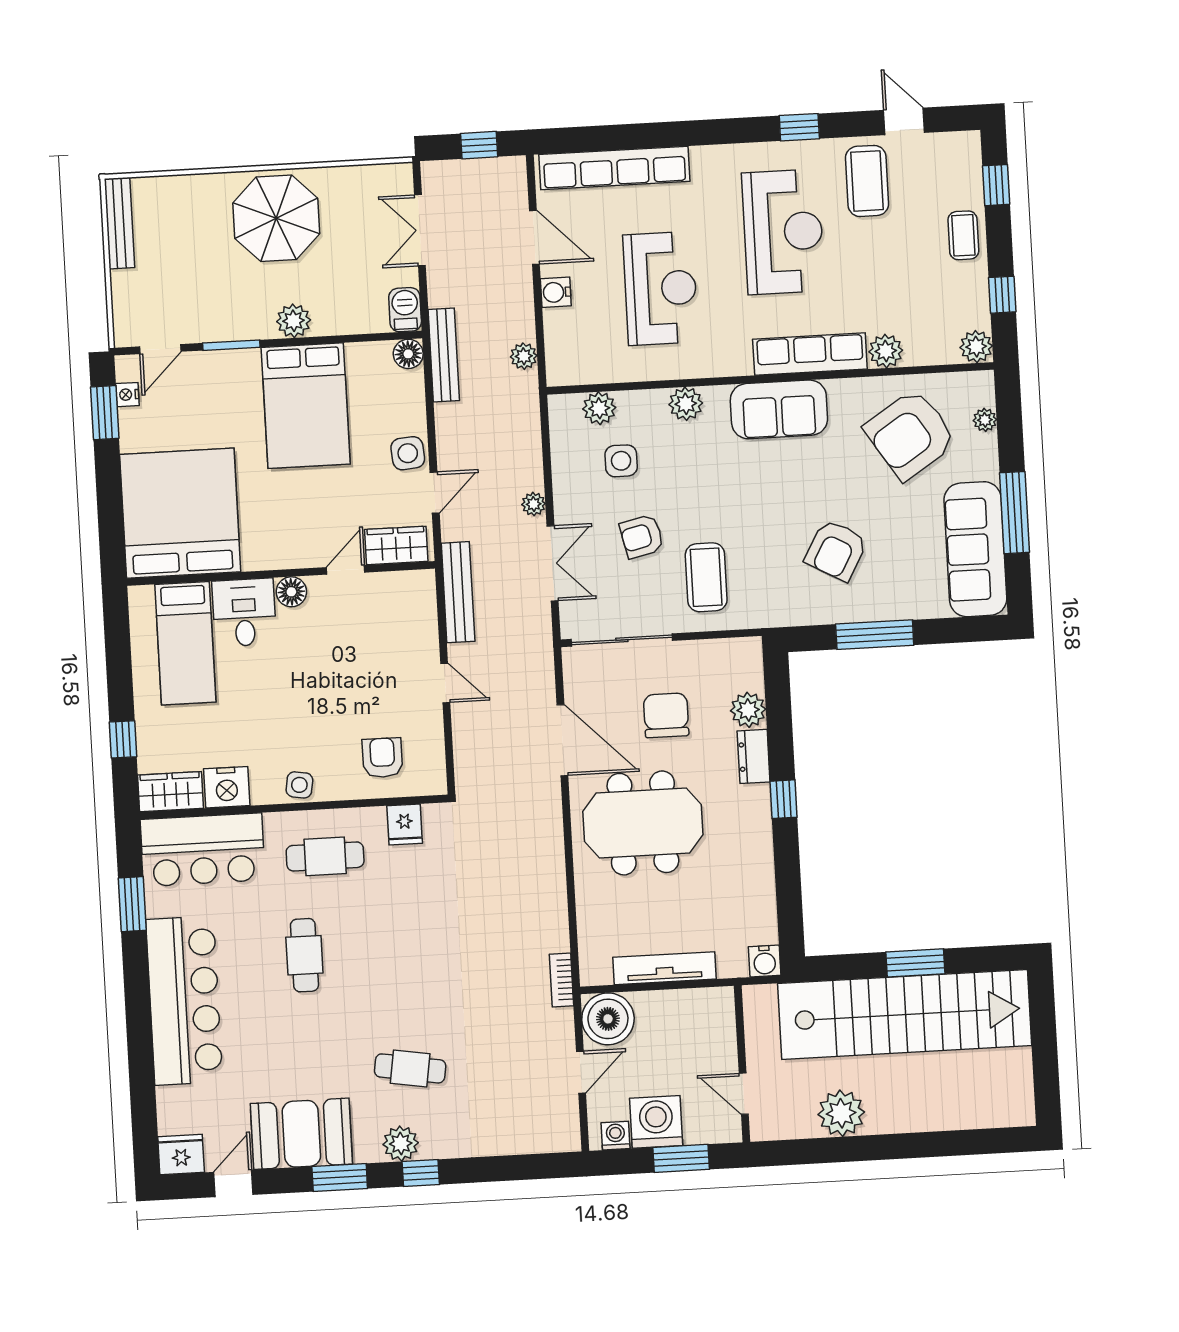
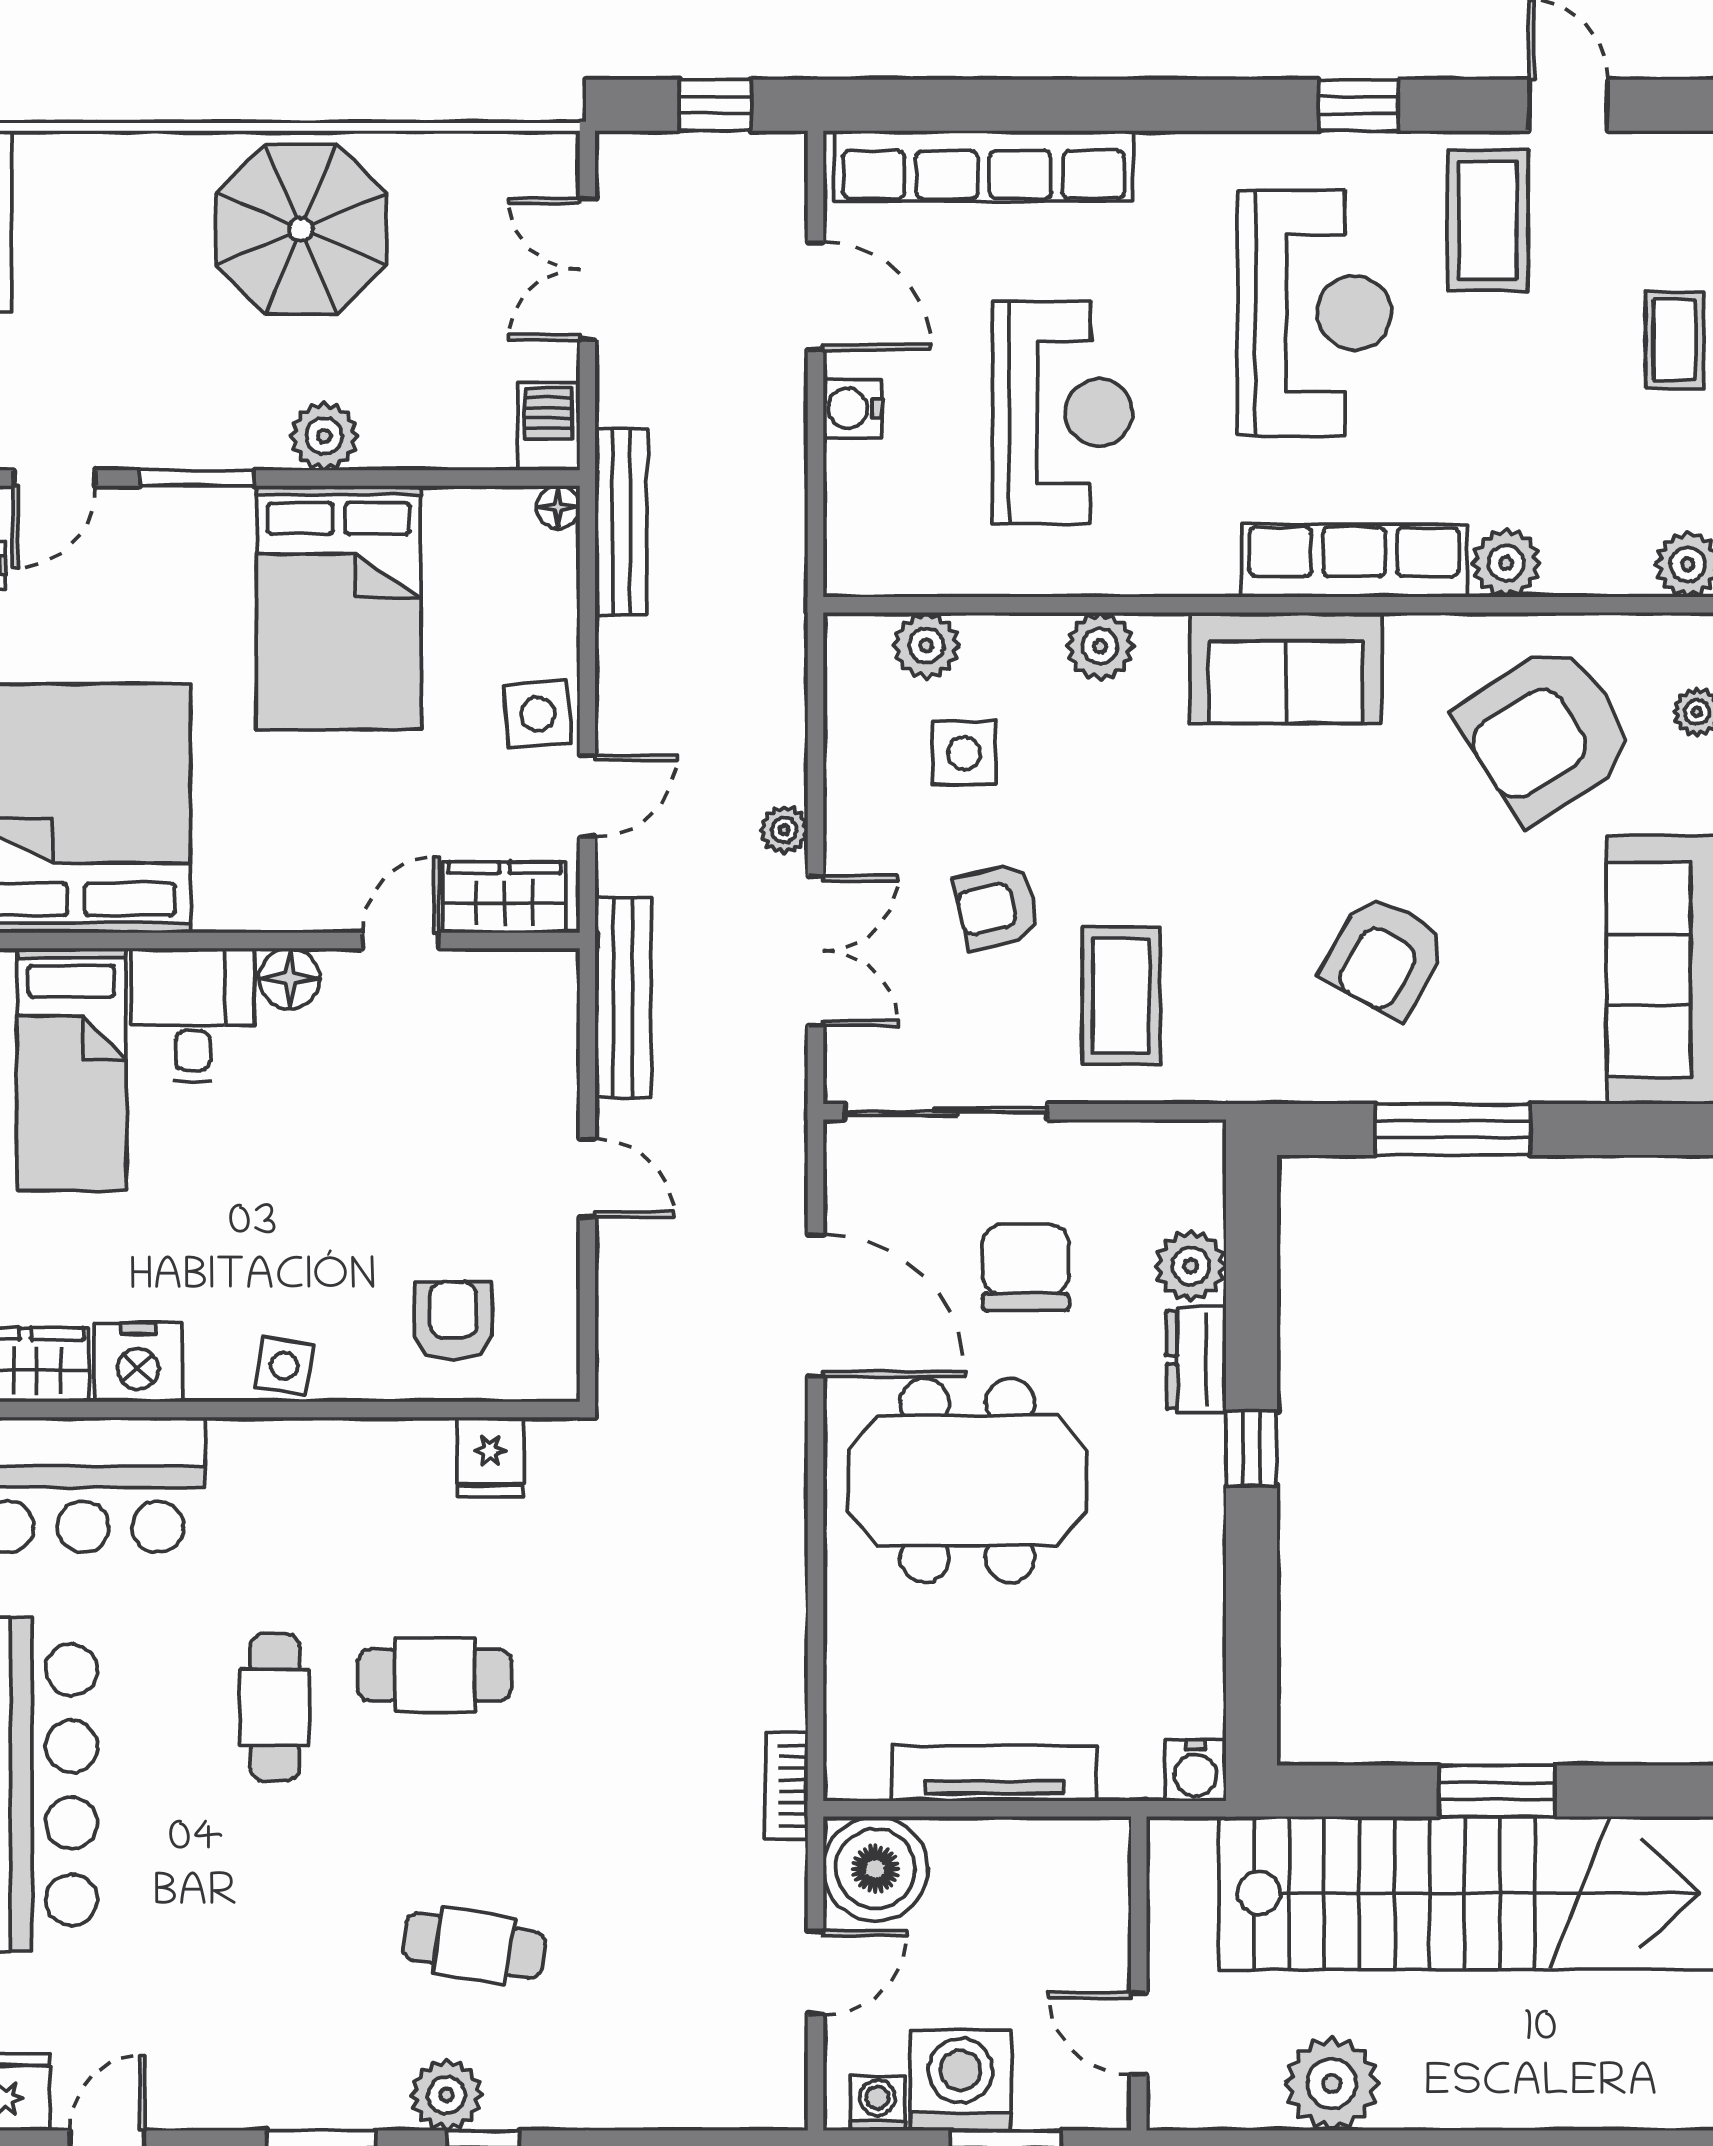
floor lamp: (408, 354) -> (558, 507), width x0.73, depth x0.73
plant: (524, 356) -> (781, 533), removed
cafe table: (325, 856) -> (435, 1675), moved
booth: (301, 1134) -> (249, 2064), removed

